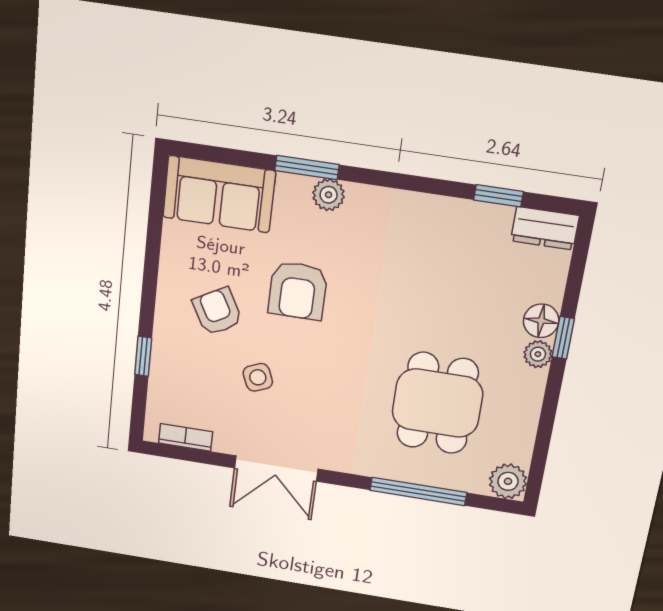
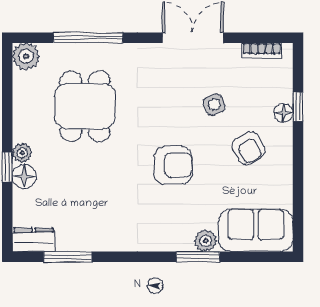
plant: (329, 195) -> (206, 241), moved
window: (499, 196) -> (68, 257), width x1.50
armchair: (298, 291) -> (173, 165), moved, turned 90
floor lamp: (164, 351) -> (284, 113), added

